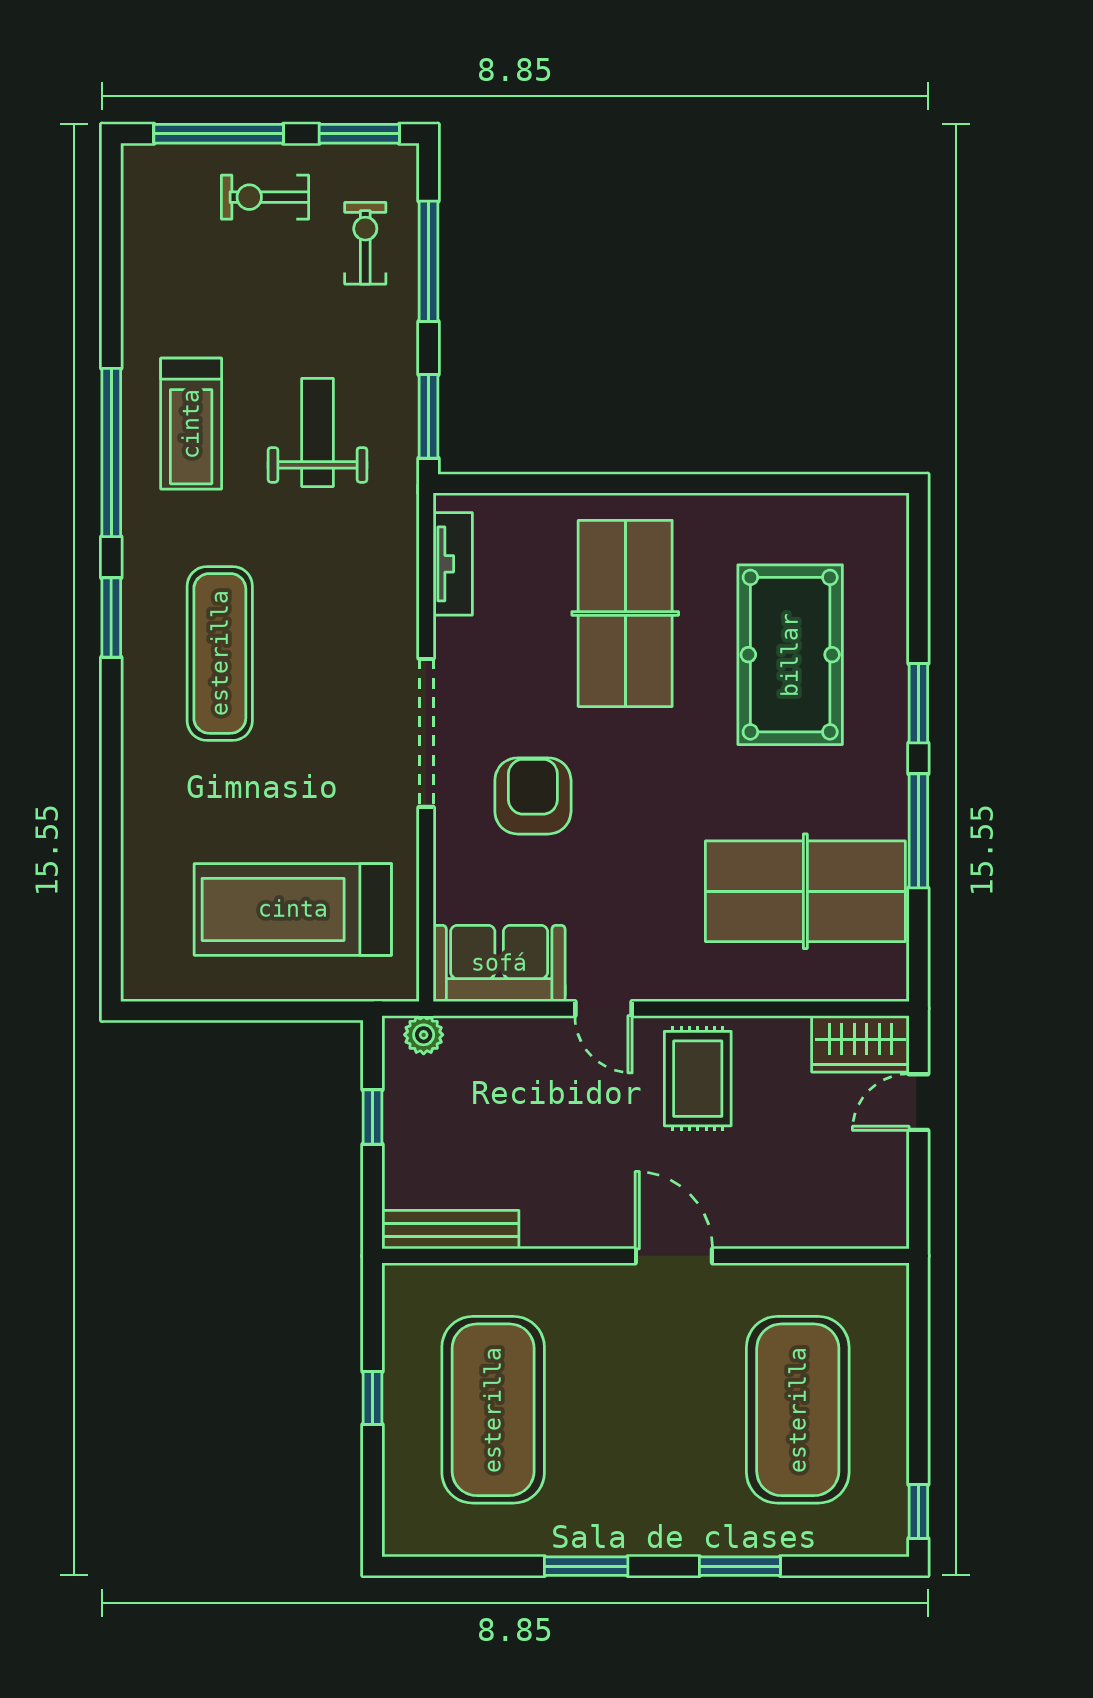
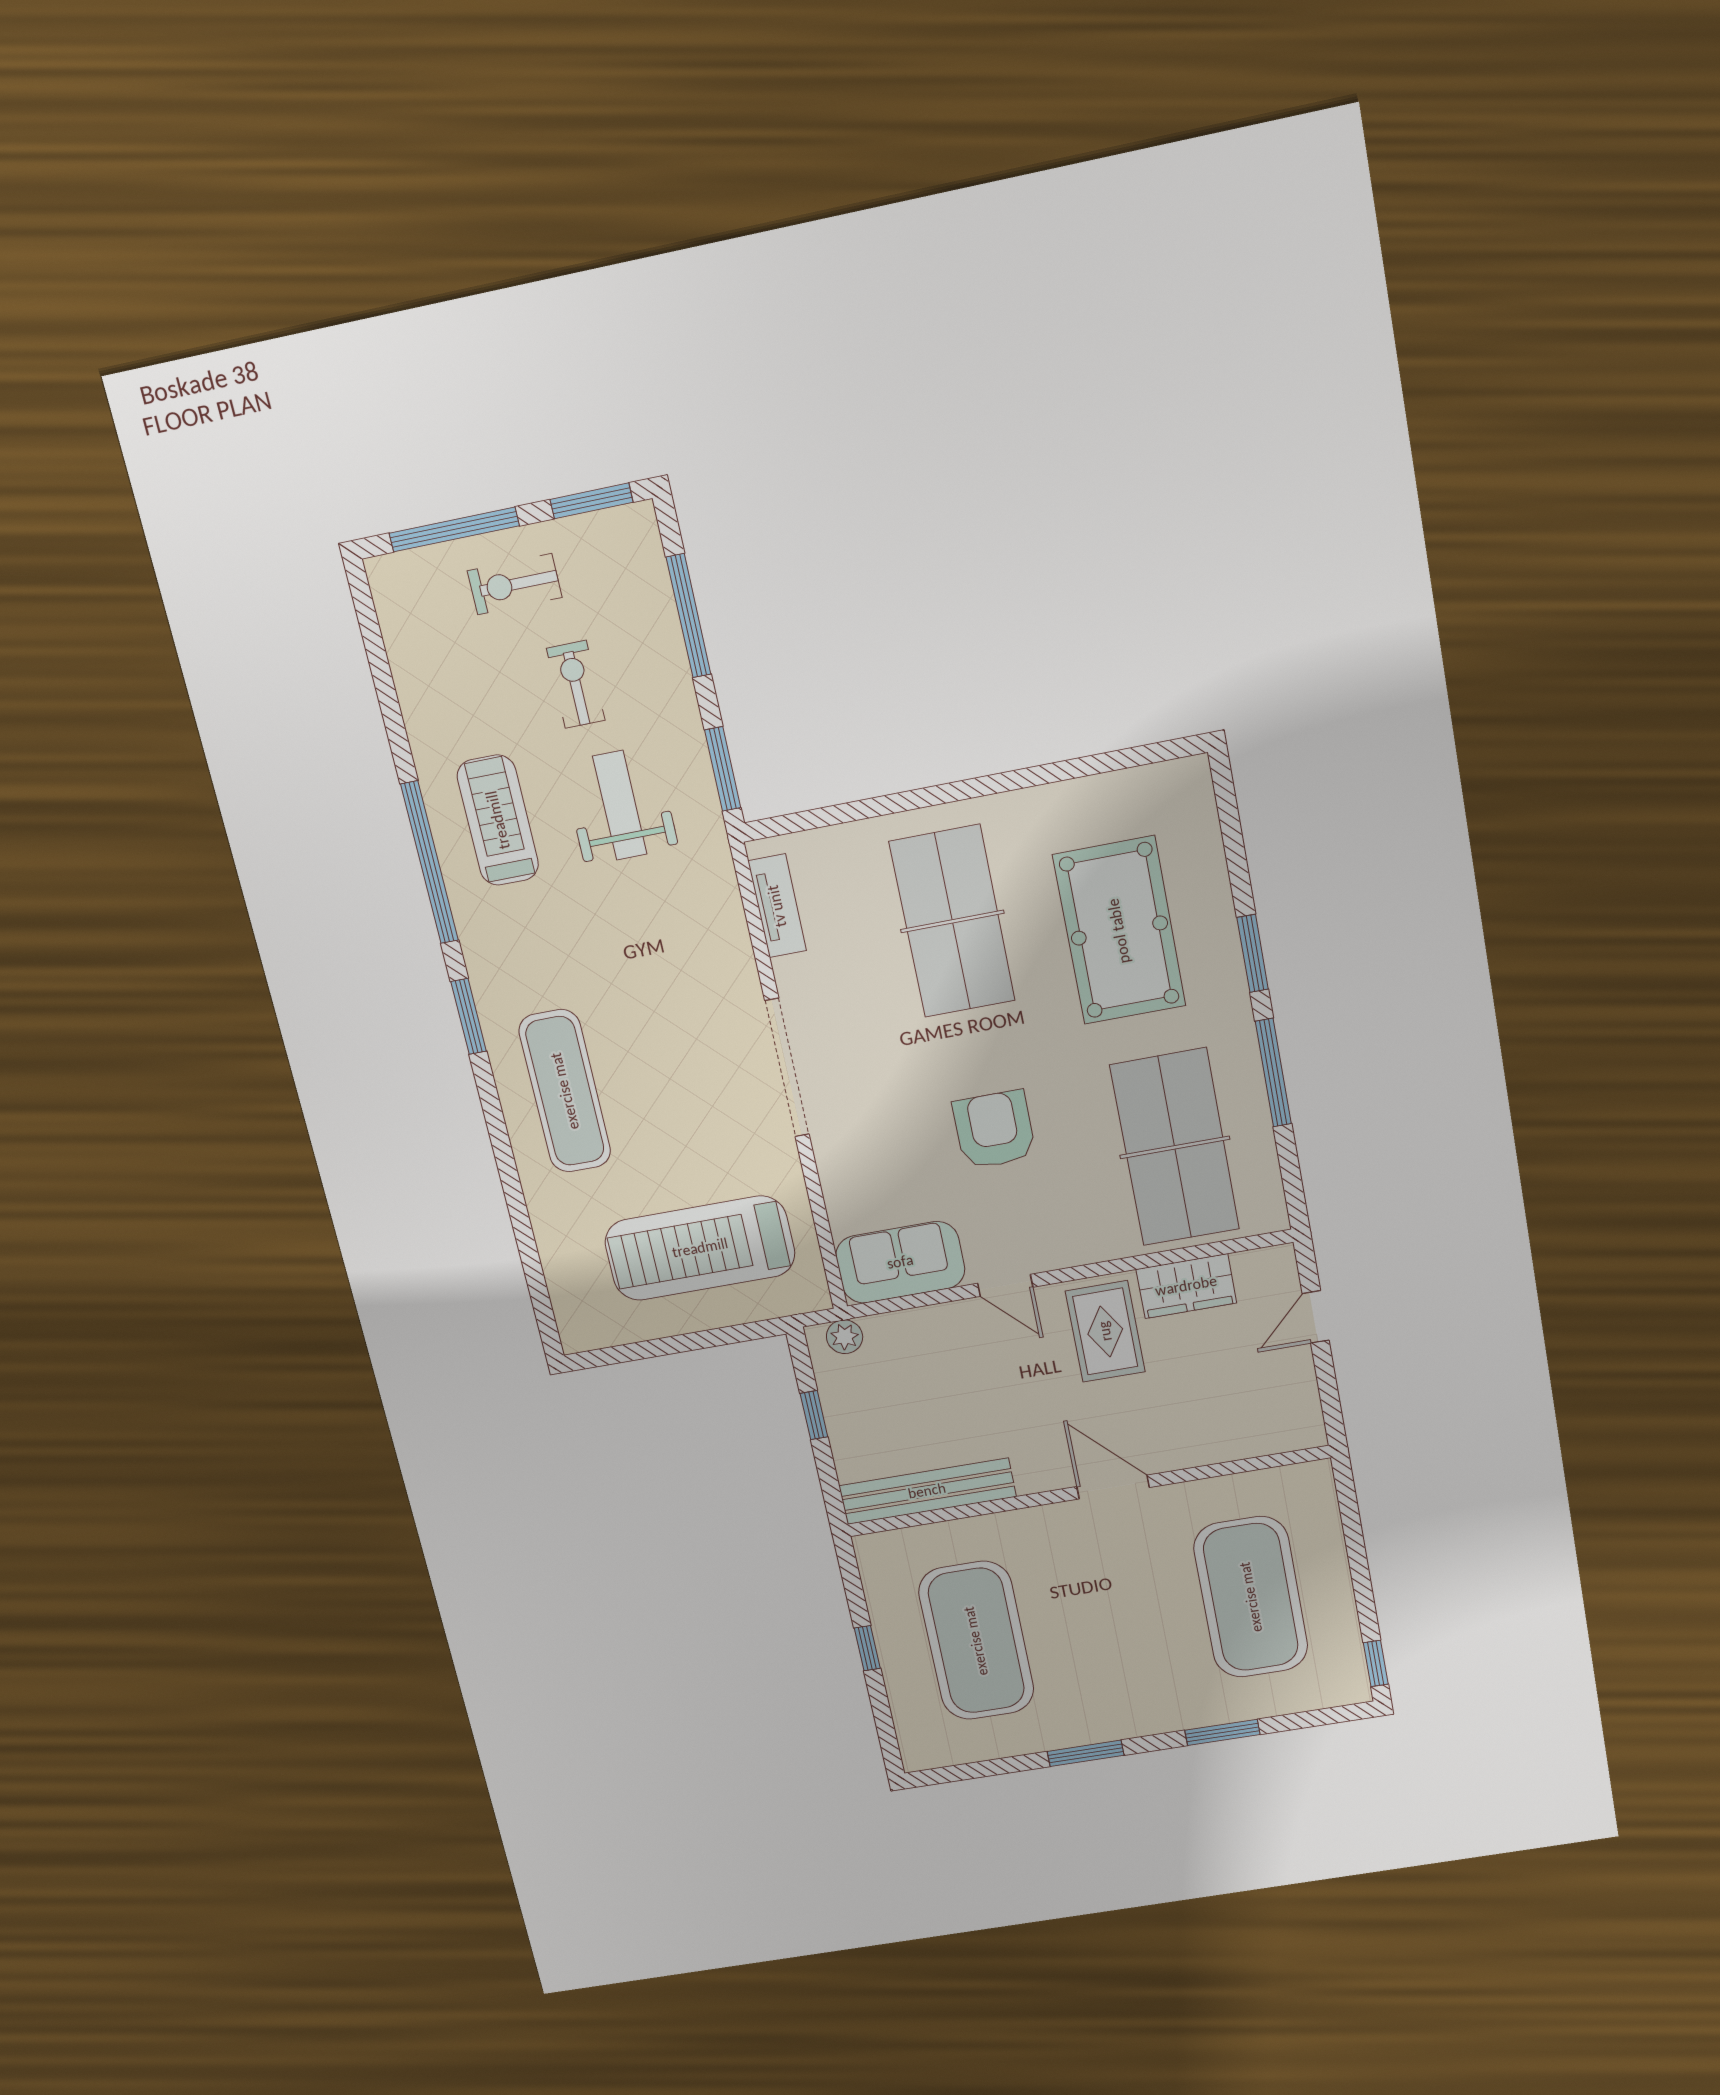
exercise bike: (365, 243) -> (576, 684), moved
treadmill: (191, 424) -> (498, 820), turned 180
exercise mat: (220, 653) -> (565, 1091), moved
armchair: (533, 796) -> (994, 1130), moved
table tennis table: (805, 891) -> (1175, 1147), turned 90
wardrobe: (860, 1044) -> (1186, 1286), moved
bench: (450, 1230) -> (927, 1491), width x1.37, depth x1.21

